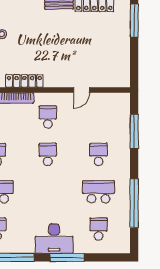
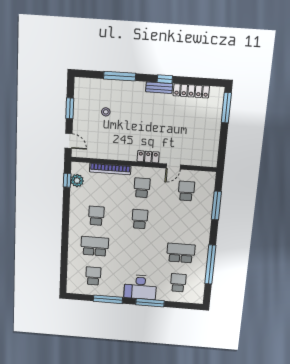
locker: (24, 81) -> (148, 157), moved, width x0.66
school desk: (99, 154) -> (186, 191), moved

